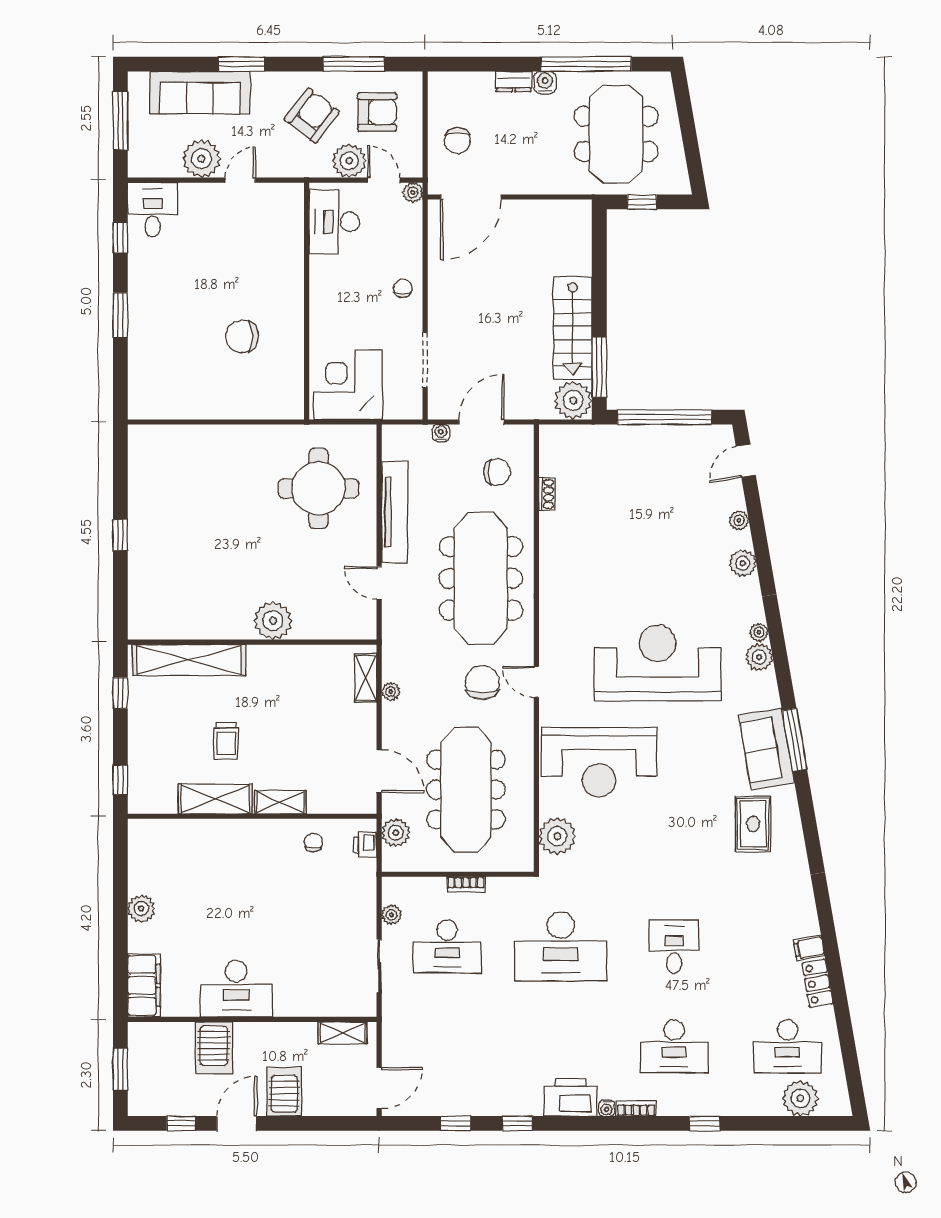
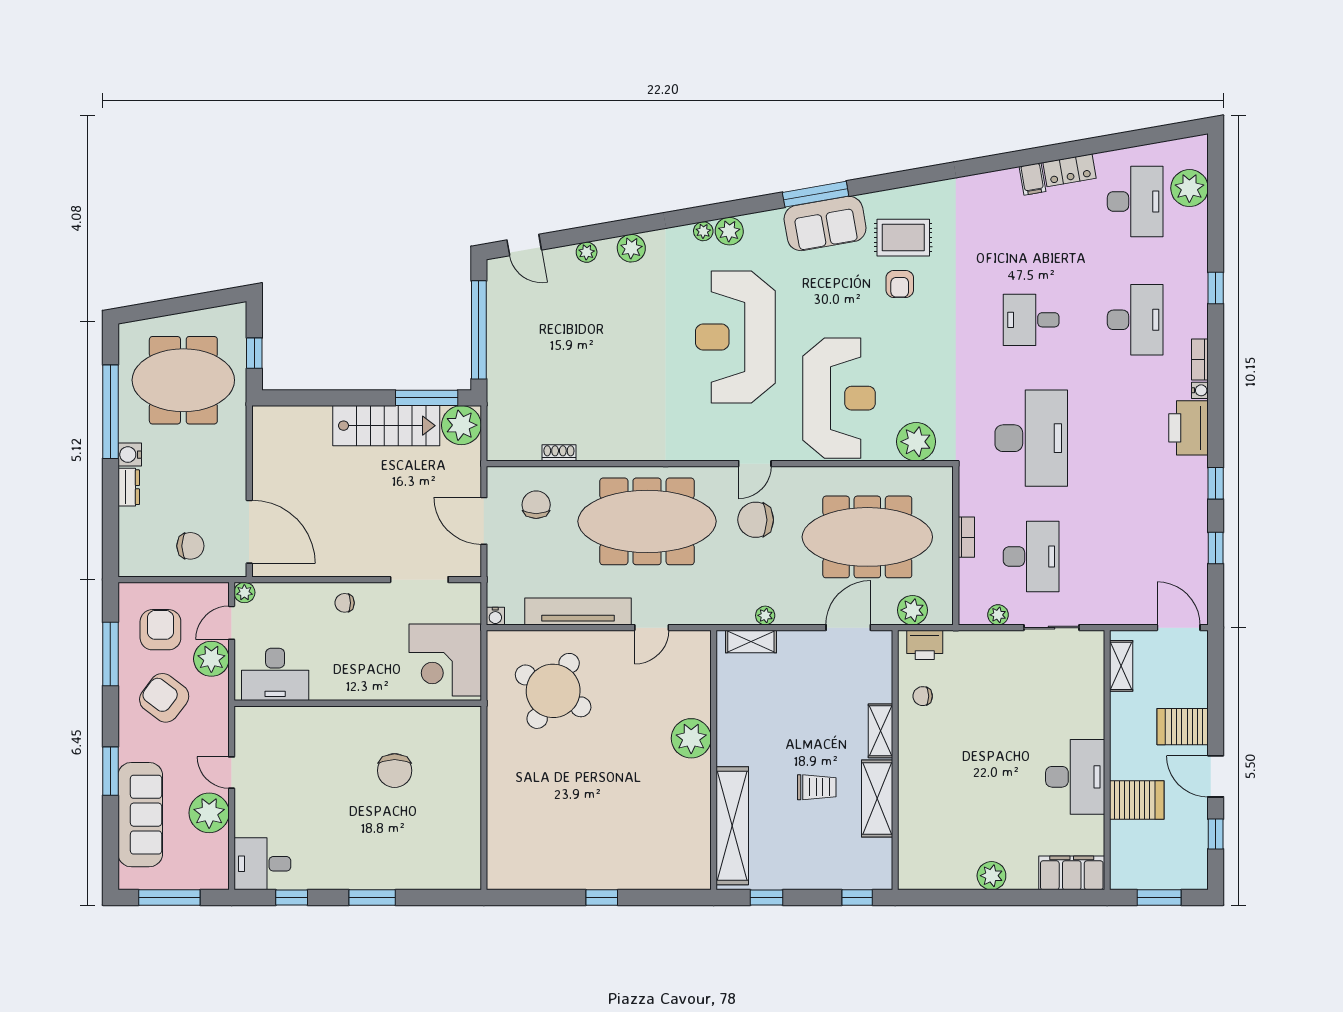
water cooler: (441, 433) -> (495, 616), moved, turned -90
round table: (318, 488) -> (553, 691), turned 30
armchair: (708, 821) -> (900, 284), added
printer: (365, 845) -> (925, 645), width x1.36, depth x1.24

